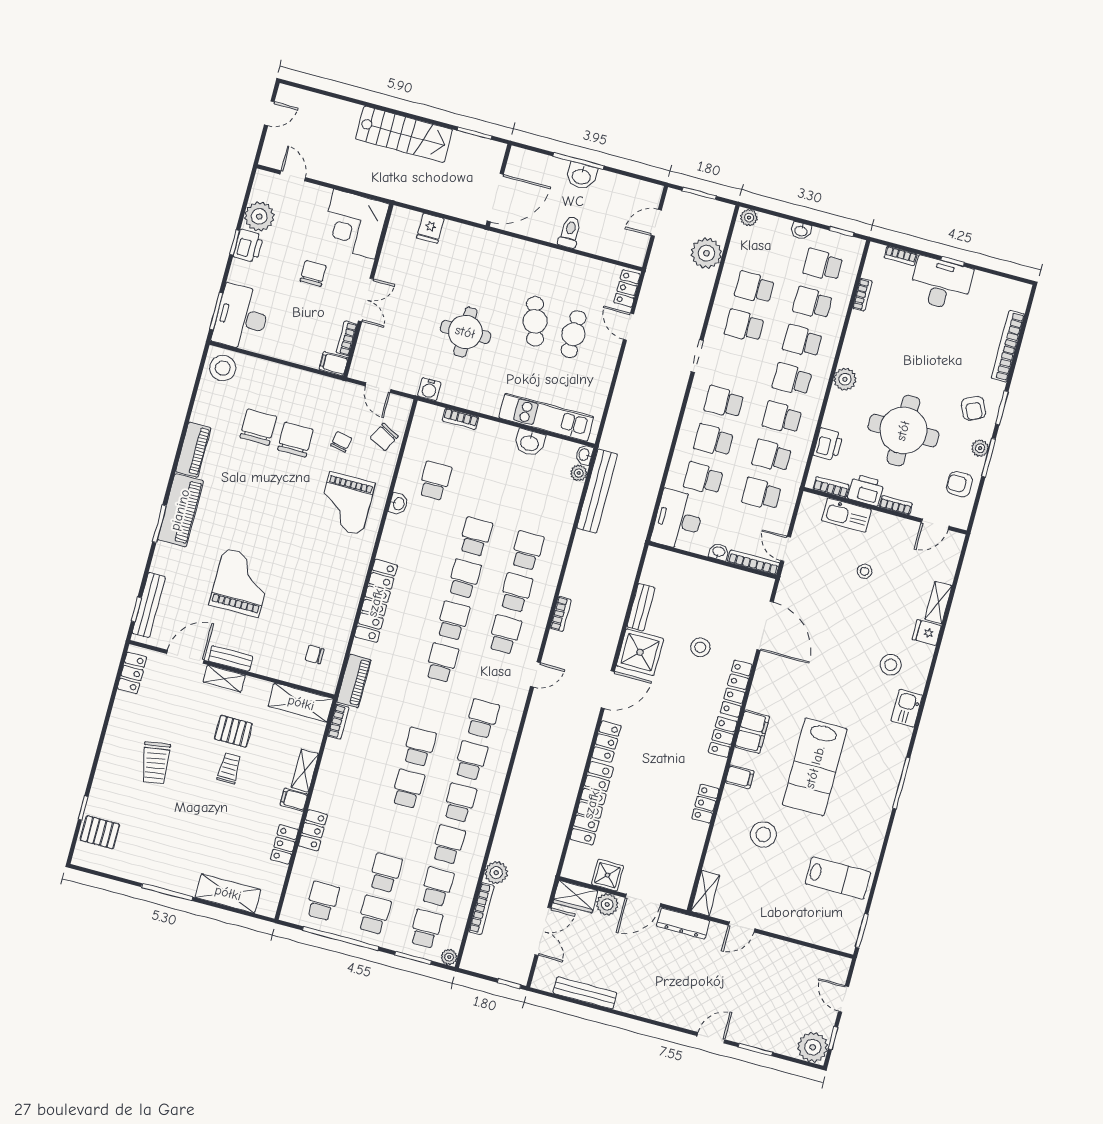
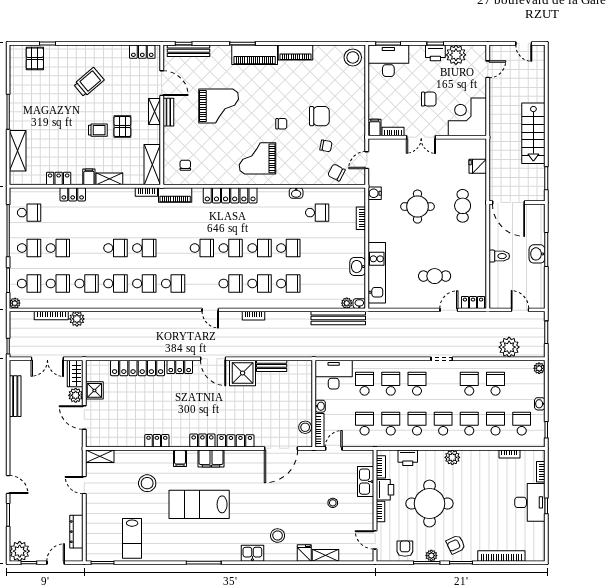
cafe table: (535, 321) -> (463, 206), moved, turned -75
chair: (258, 427) -> (281, 124), moved, width x0.54, depth x0.54
grand piano: (346, 503) -> (258, 158), moved
stool: (700, 647) -> (305, 427), moved
trolley: (156, 763) -> (89, 82), turned 149
dresser: (683, 924) -> (76, 532), moved

